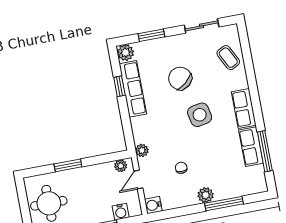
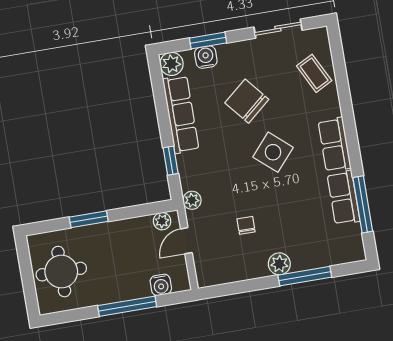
window: (119, 86) -> (171, 161), moved
side table: (200, 115) -> (273, 152), turned -38
water cooler: (153, 205) -> (206, 57), moved, turned 90

